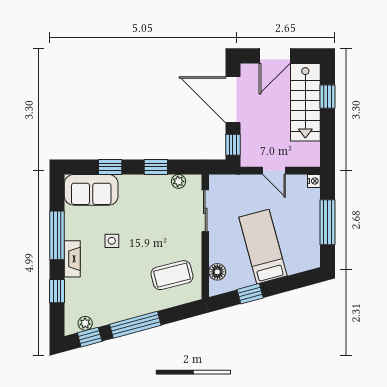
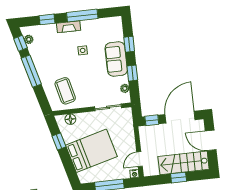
window: (327, 97) -> (179, 178), moved
door: (274, 171) -> (139, 159), moved
sofa: (91, 190) -> (116, 59), moved
bed: (263, 247) -> (91, 151), width x1.50

